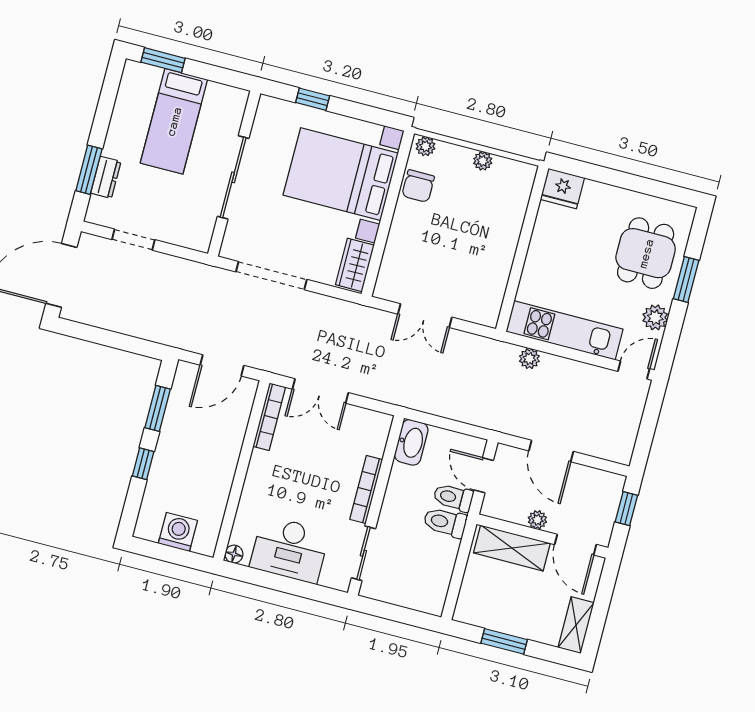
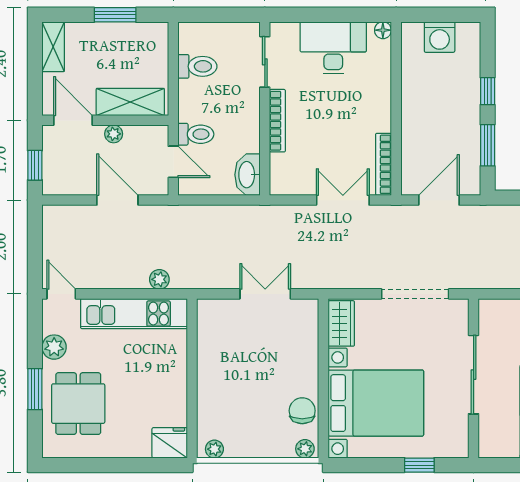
plant: (483, 161) -> (214, 449), moved
door: (634, 370) -> (61, 294), swing flipped
toilet: (445, 522) -> (197, 66), moved

